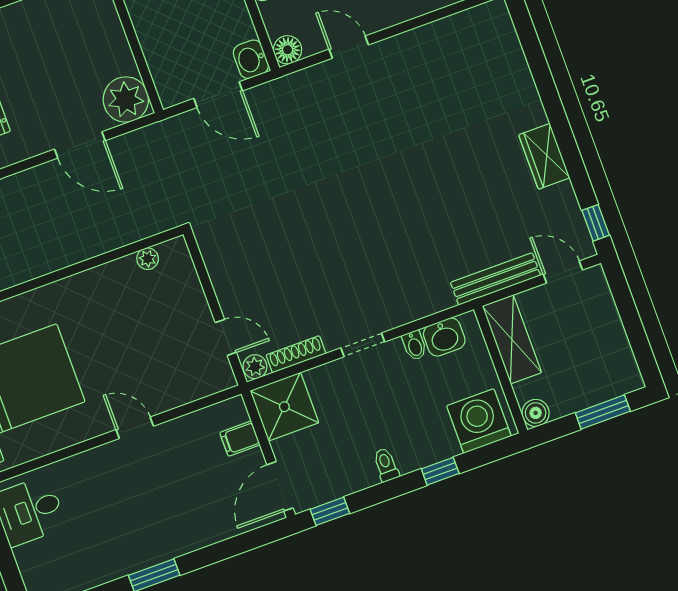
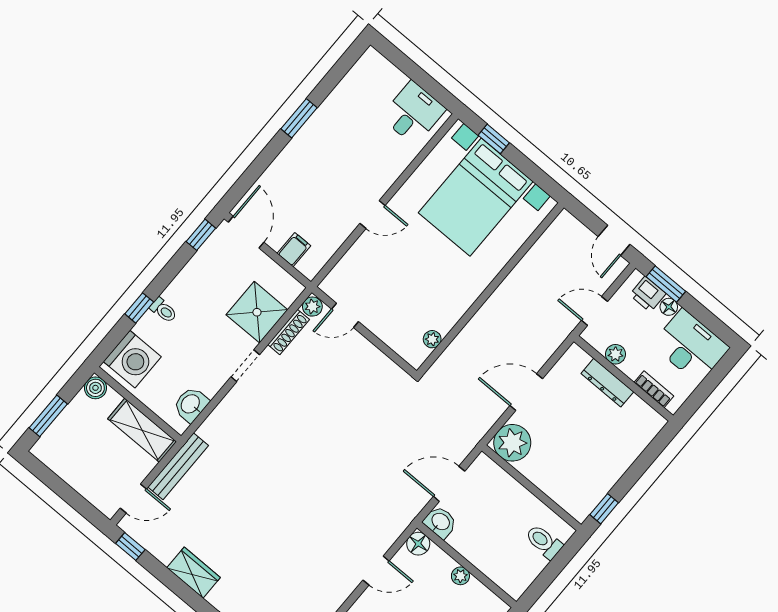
bidet: (414, 345) -> (208, 386), removed
shower: (284, 407) -> (257, 312), moved
toilet: (386, 465) -> (163, 310), moved

